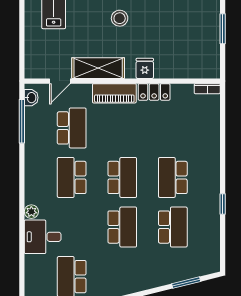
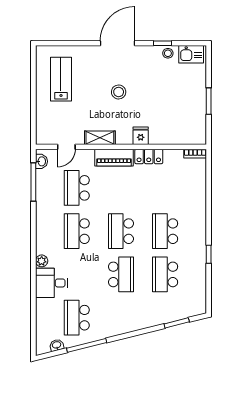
shelving: (98, 68) -> (100, 138), width x0.67, depth x0.75
school desk: (72, 128) -> (77, 188), turned 180
school desk: (122, 177) -> (121, 231), turned 180
school desk: (173, 227) -> (165, 274), turned 180

